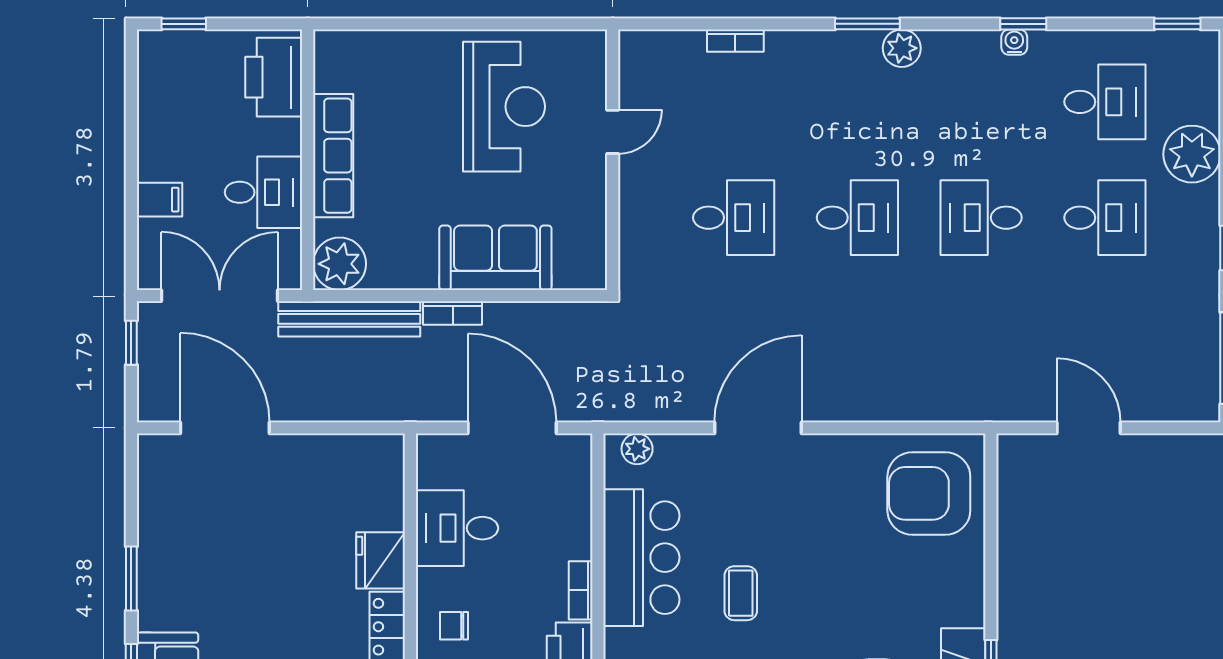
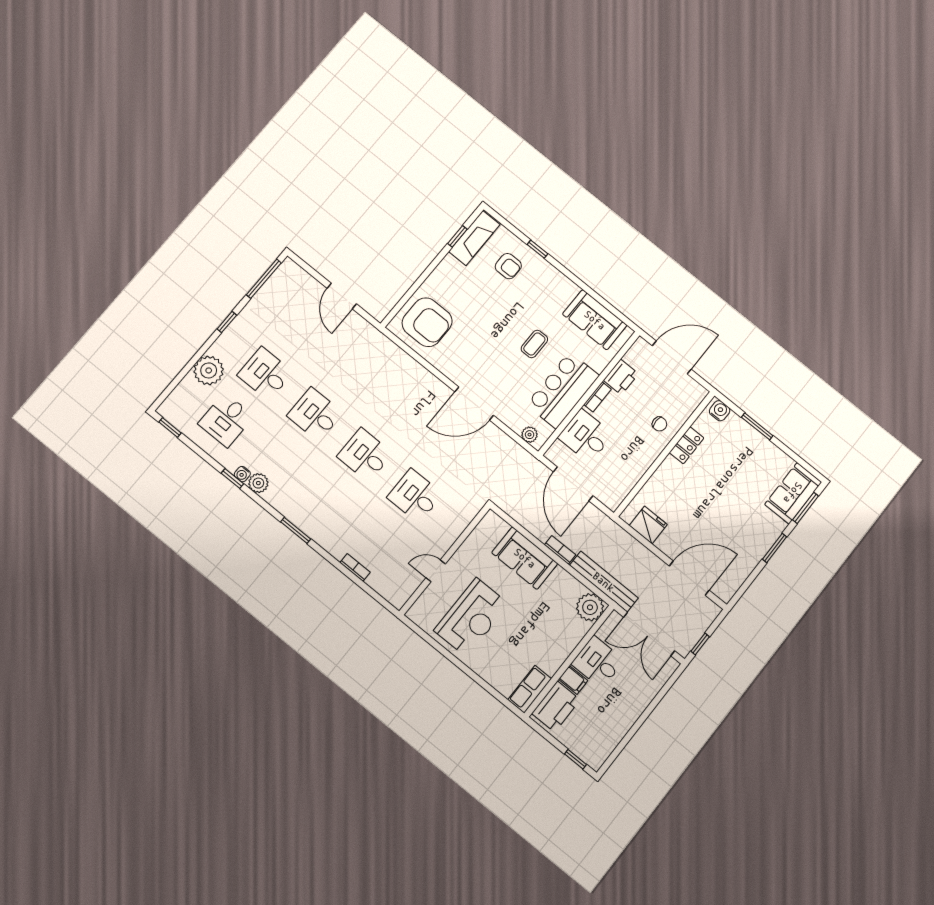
plant: (902, 48) -> (258, 483), moved
desk: (1105, 102) -> (226, 420), turned -90
reception desk: (504, 107) -> (471, 617), turned 180
row of seats: (333, 156) -> (530, 689), moved, width x0.68
filing cabinet: (159, 200) -> (573, 680), moved, turned 180
desk: (981, 218) -> (315, 414), turned 180
door: (225, 428) -> (689, 578), swing flipped
desk: (457, 528) -> (585, 436), moved, turned 180
fridge: (381, 560) -> (648, 525), moved, turned -90

